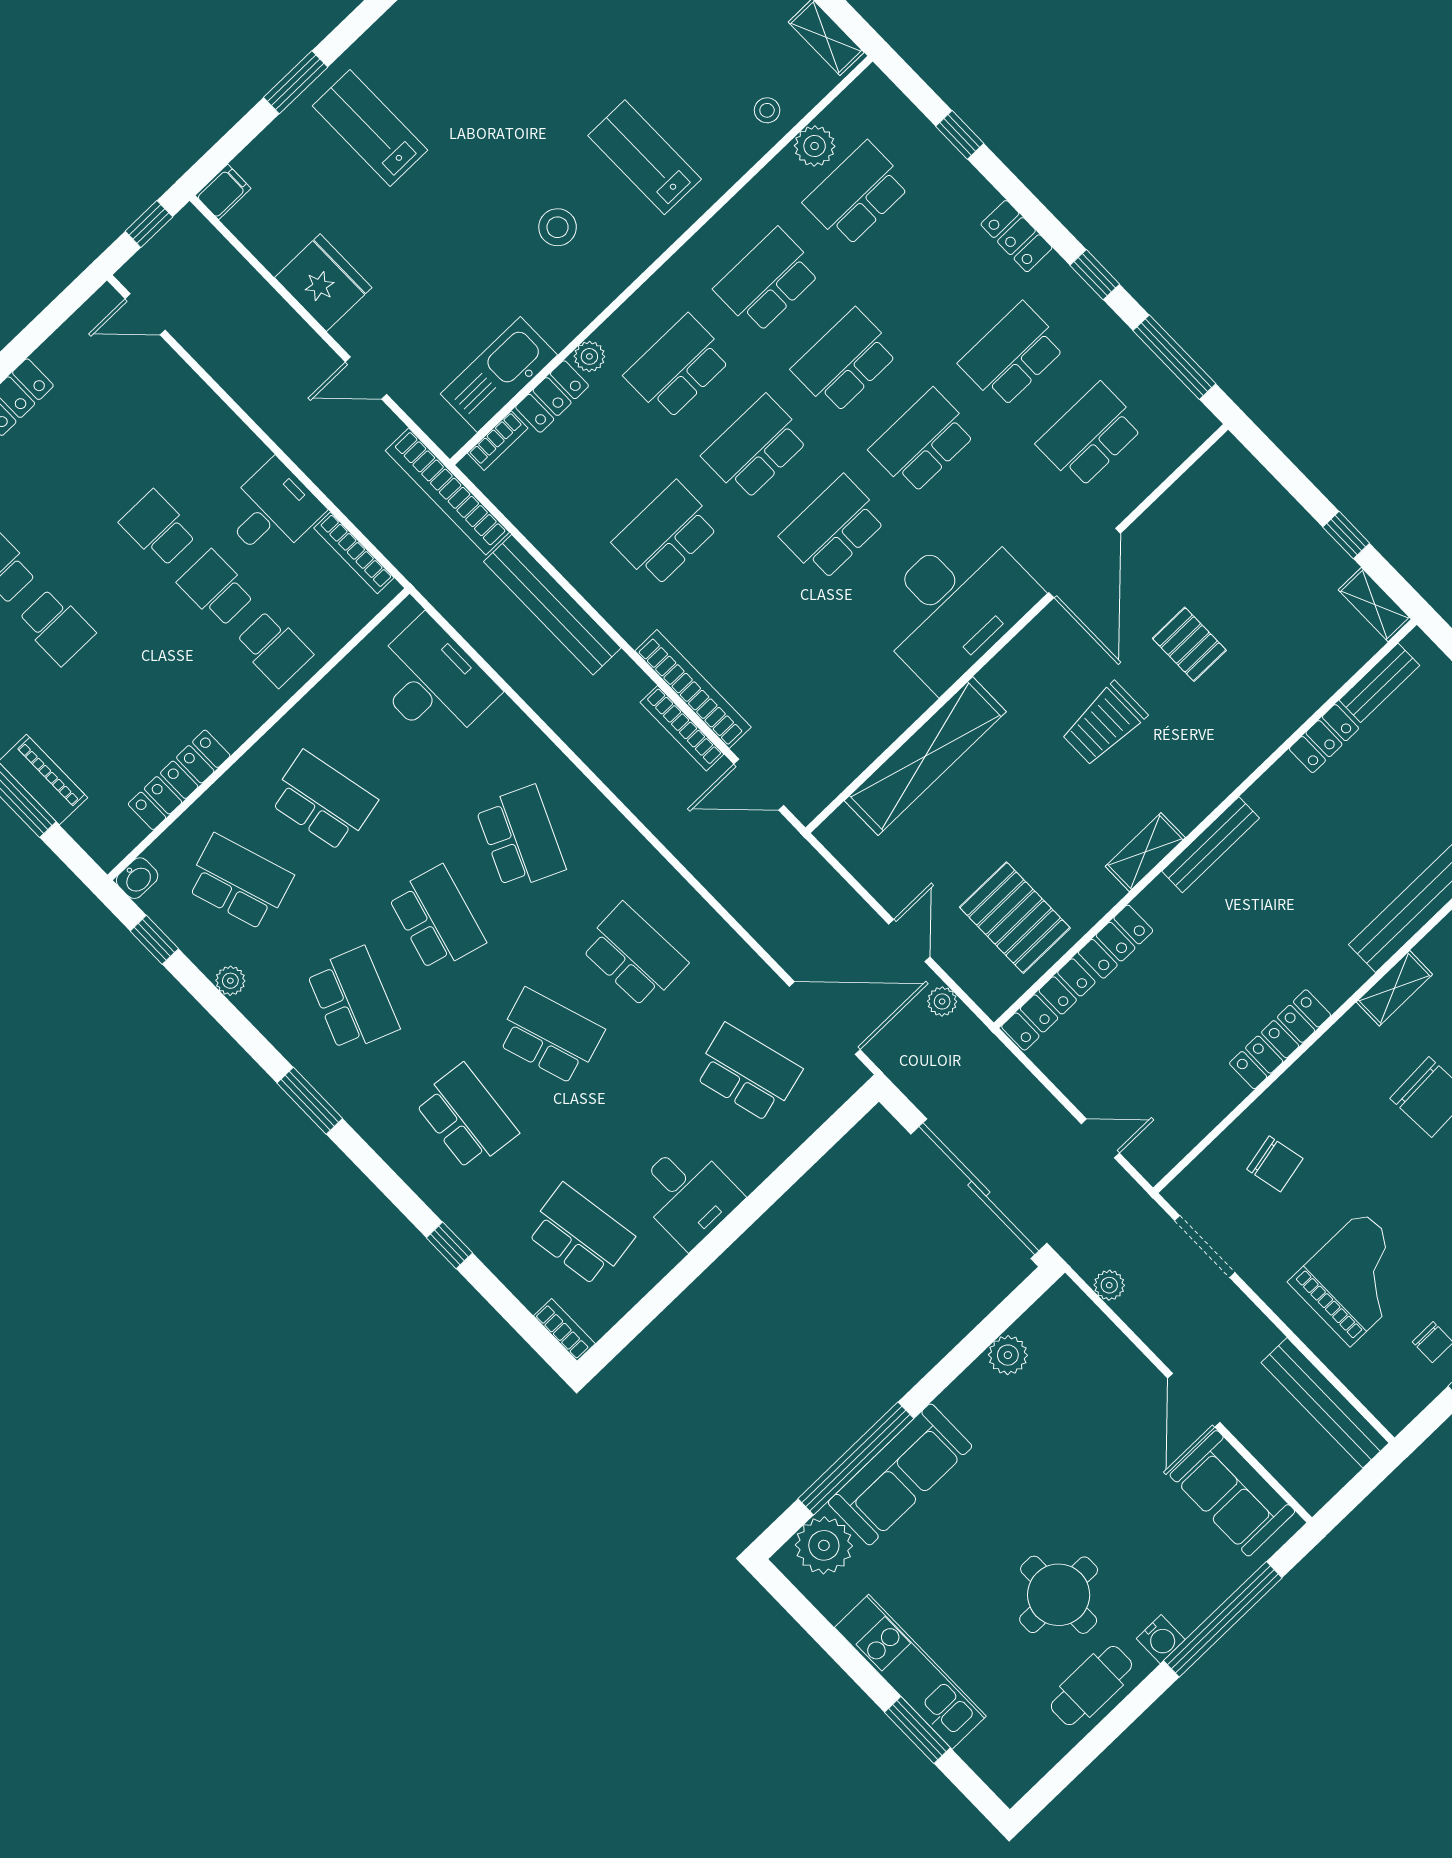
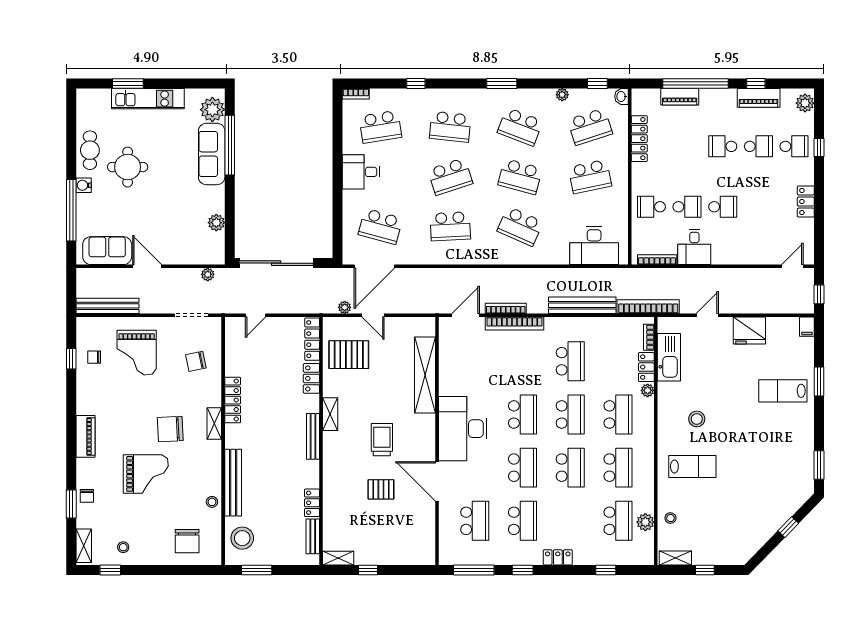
lab bench: (370, 128) -> (783, 391), turned 180
shelving: (1394, 988) -> (214, 423), moved
school desk: (748, 1073) -> (380, 226), turned 30

